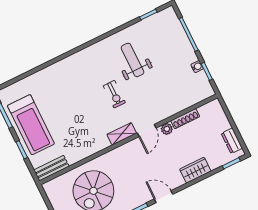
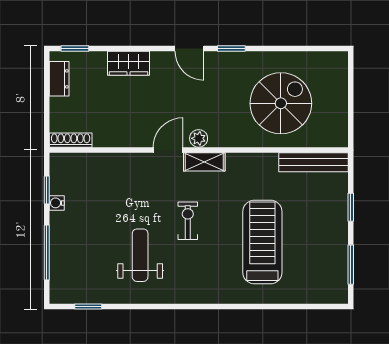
weight bench: (133, 60) -> (140, 255), turned 180
shoe rack: (185, 119) -> (71, 140), moved
treadmill: (31, 125) -> (262, 242), moved
plant: (167, 129) -> (199, 138), moved
bench: (51, 168) -> (314, 162), width x1.36

